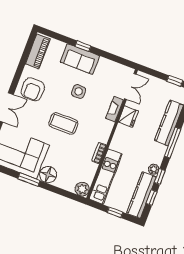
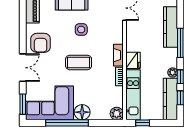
fireplace: (114, 109) -> (118, 55), moved
fridge: (128, 116) -> (133, 60), moved
window: (29, 180) -> (67, 123), width x2.11
window: (115, 212) -> (143, 123), moved

